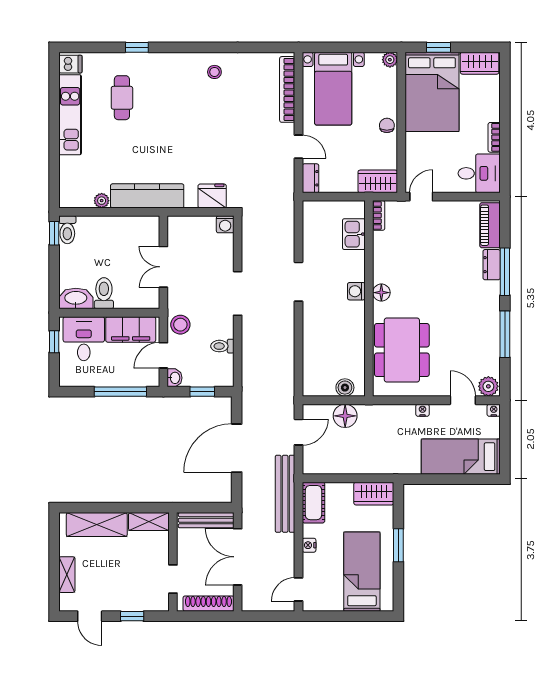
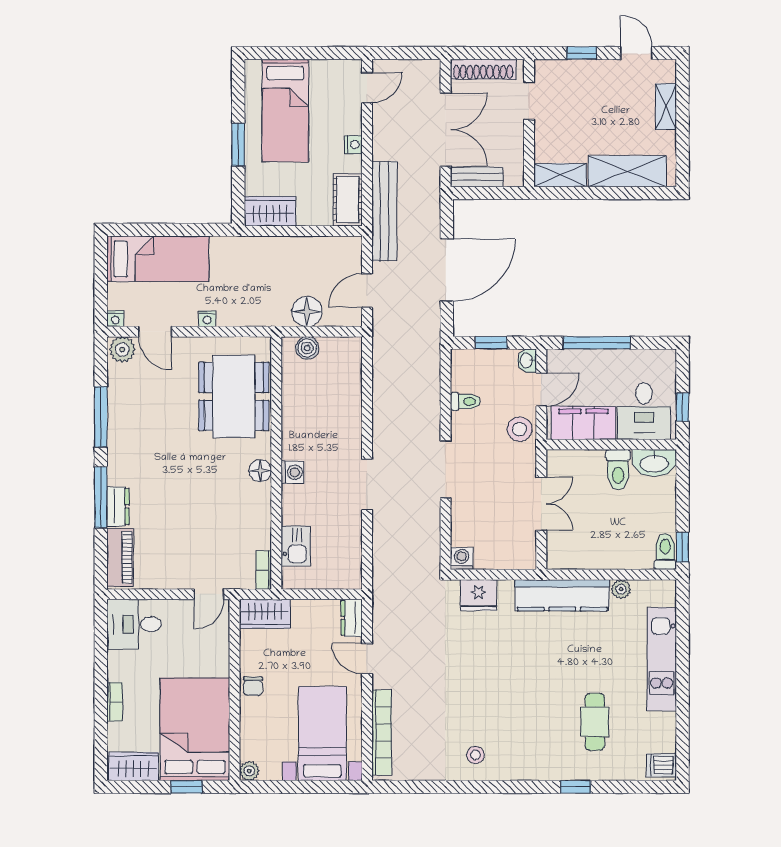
kitchen unit: (70, 115) -> (662, 659), moved
bookcase: (494, 137) -> (115, 702), moved
bench: (206, 520) -> (477, 177), width x0.73

